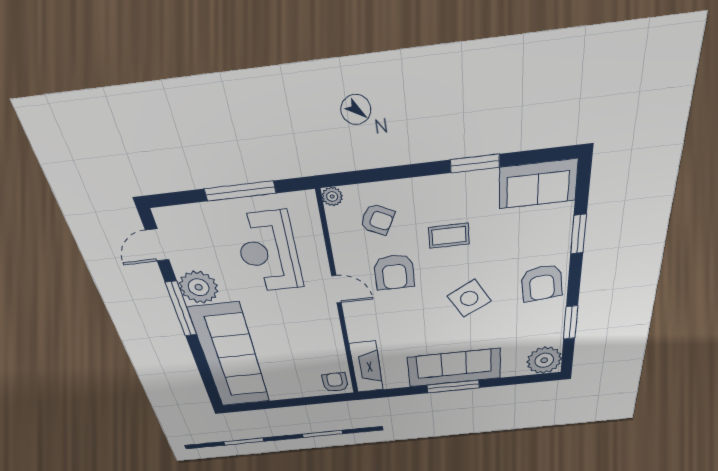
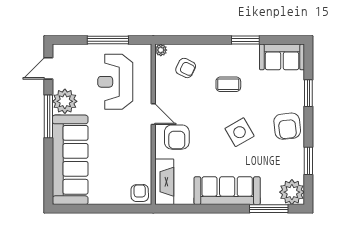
armchair: (394, 272) -> (177, 137), moved
window: (453, 387) -> (269, 209), moved

